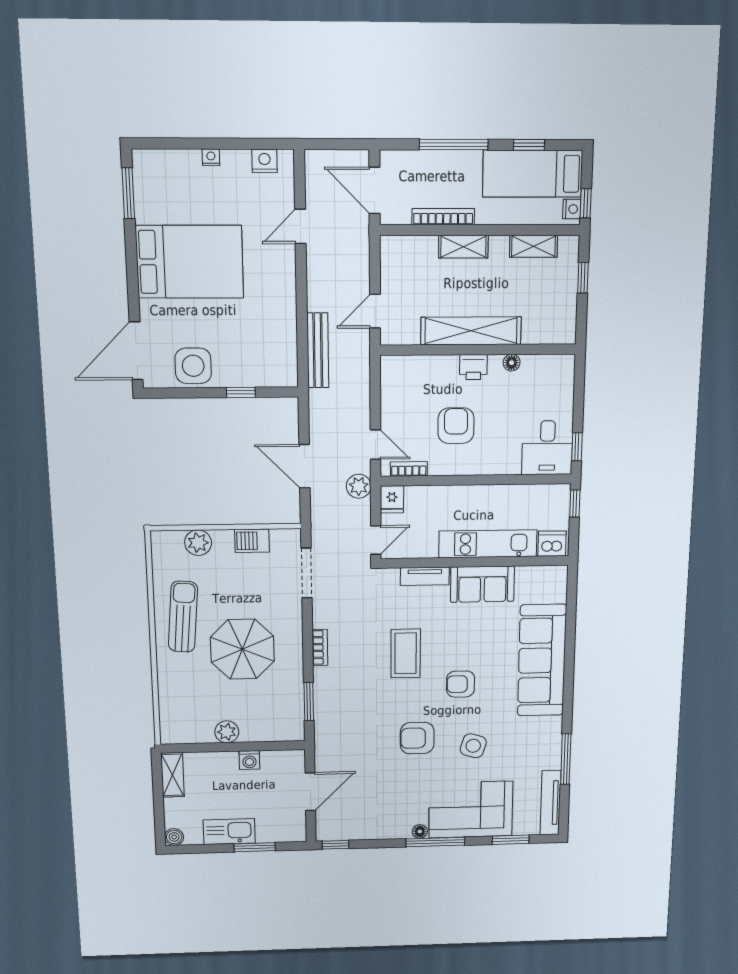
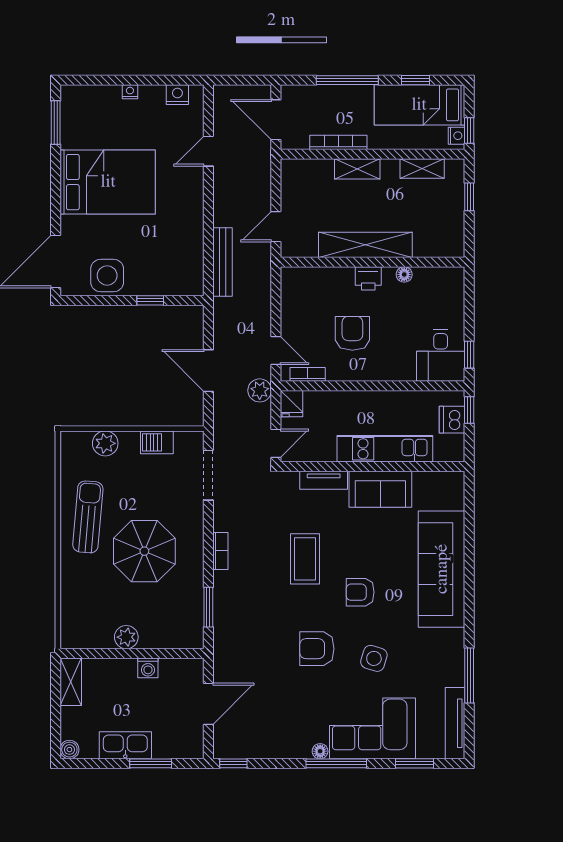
dishwasher: (552, 544) -> (452, 420), moved, turned -90

